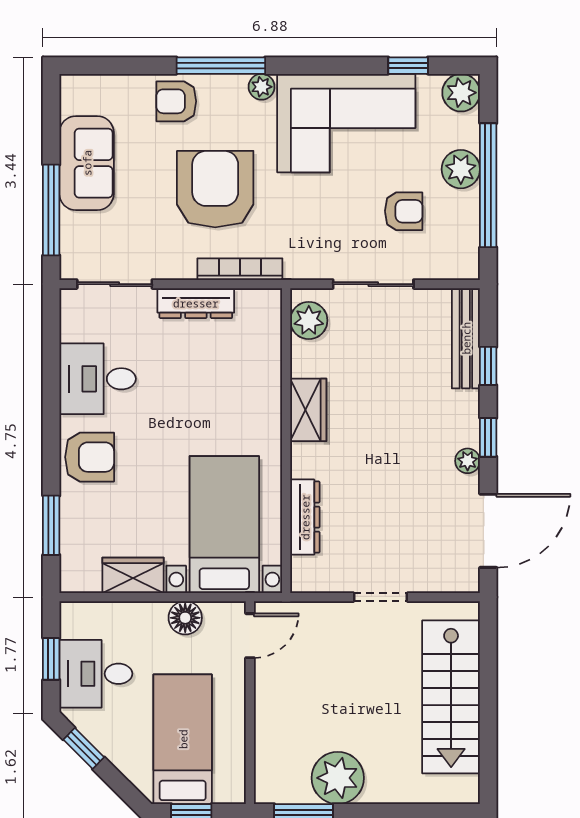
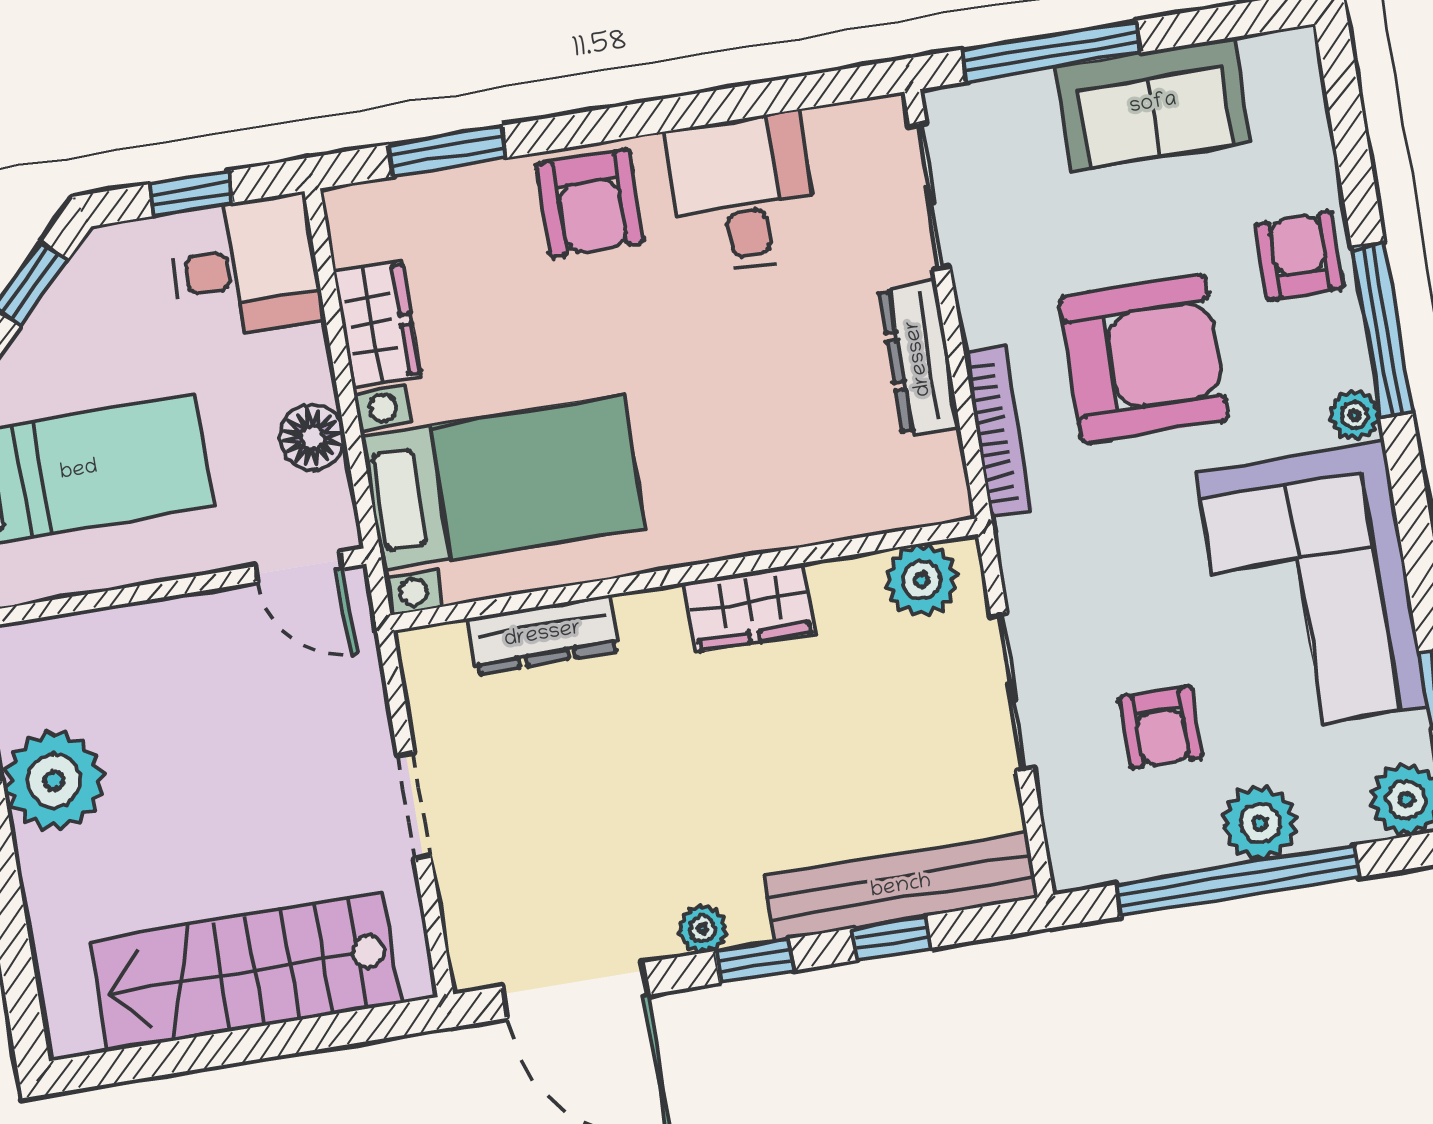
bench: (466, 338) -> (901, 887), width x1.37, depth x1.21
desk: (96, 674) -> (245, 267), moved, turned 90

